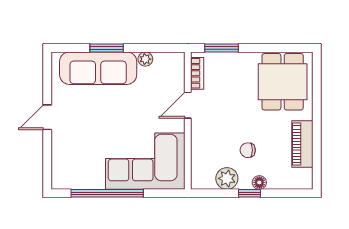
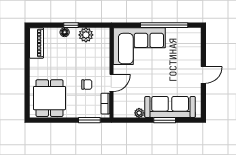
piano: (302, 144) -> (37, 43), moved
chair: (248, 150) -> (87, 84), moved

